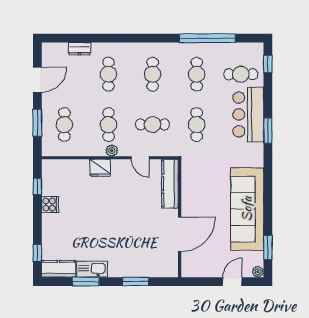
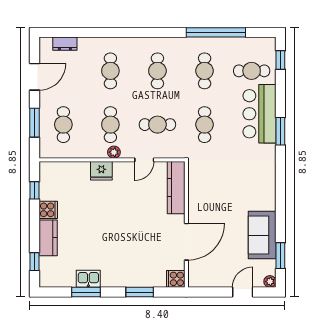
dresser: (80, 49) -> (65, 44), moved
door: (140, 158) -> (144, 160), hinge flipped
sofa: (247, 209) -> (262, 235), width x0.54, depth x0.79
kitchen counter: (59, 269) -> (48, 238), moved, turned 90
kitchen sink: (92, 269) -> (88, 279), width x0.73
cooker: (170, 269) -> (176, 279), added

